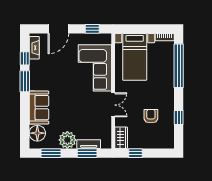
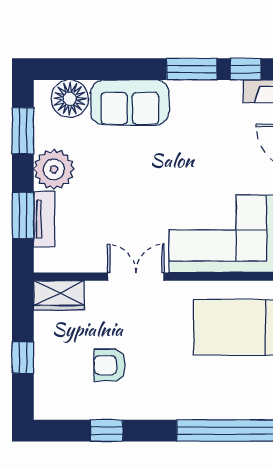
double door: (113, 105) -> (136, 277), swing flipped
armchair: (151, 116) -> (110, 365), turned 180
window: (135, 153) -> (23, 358), moved

